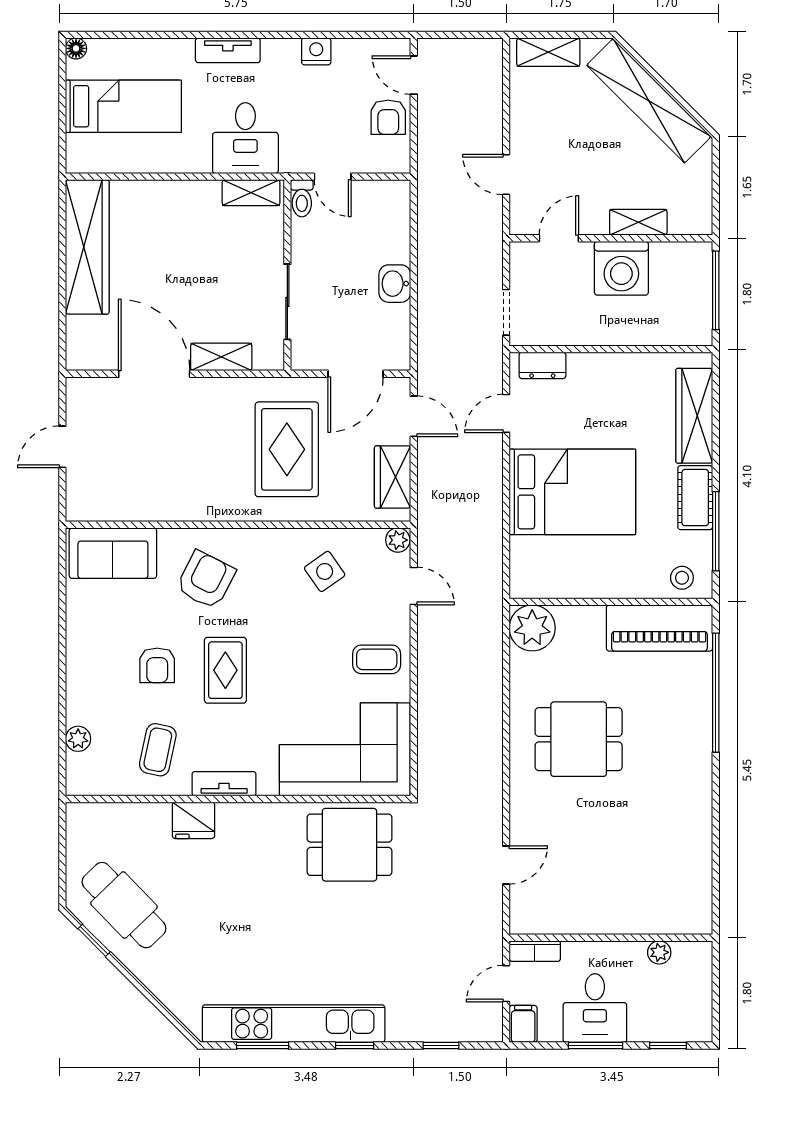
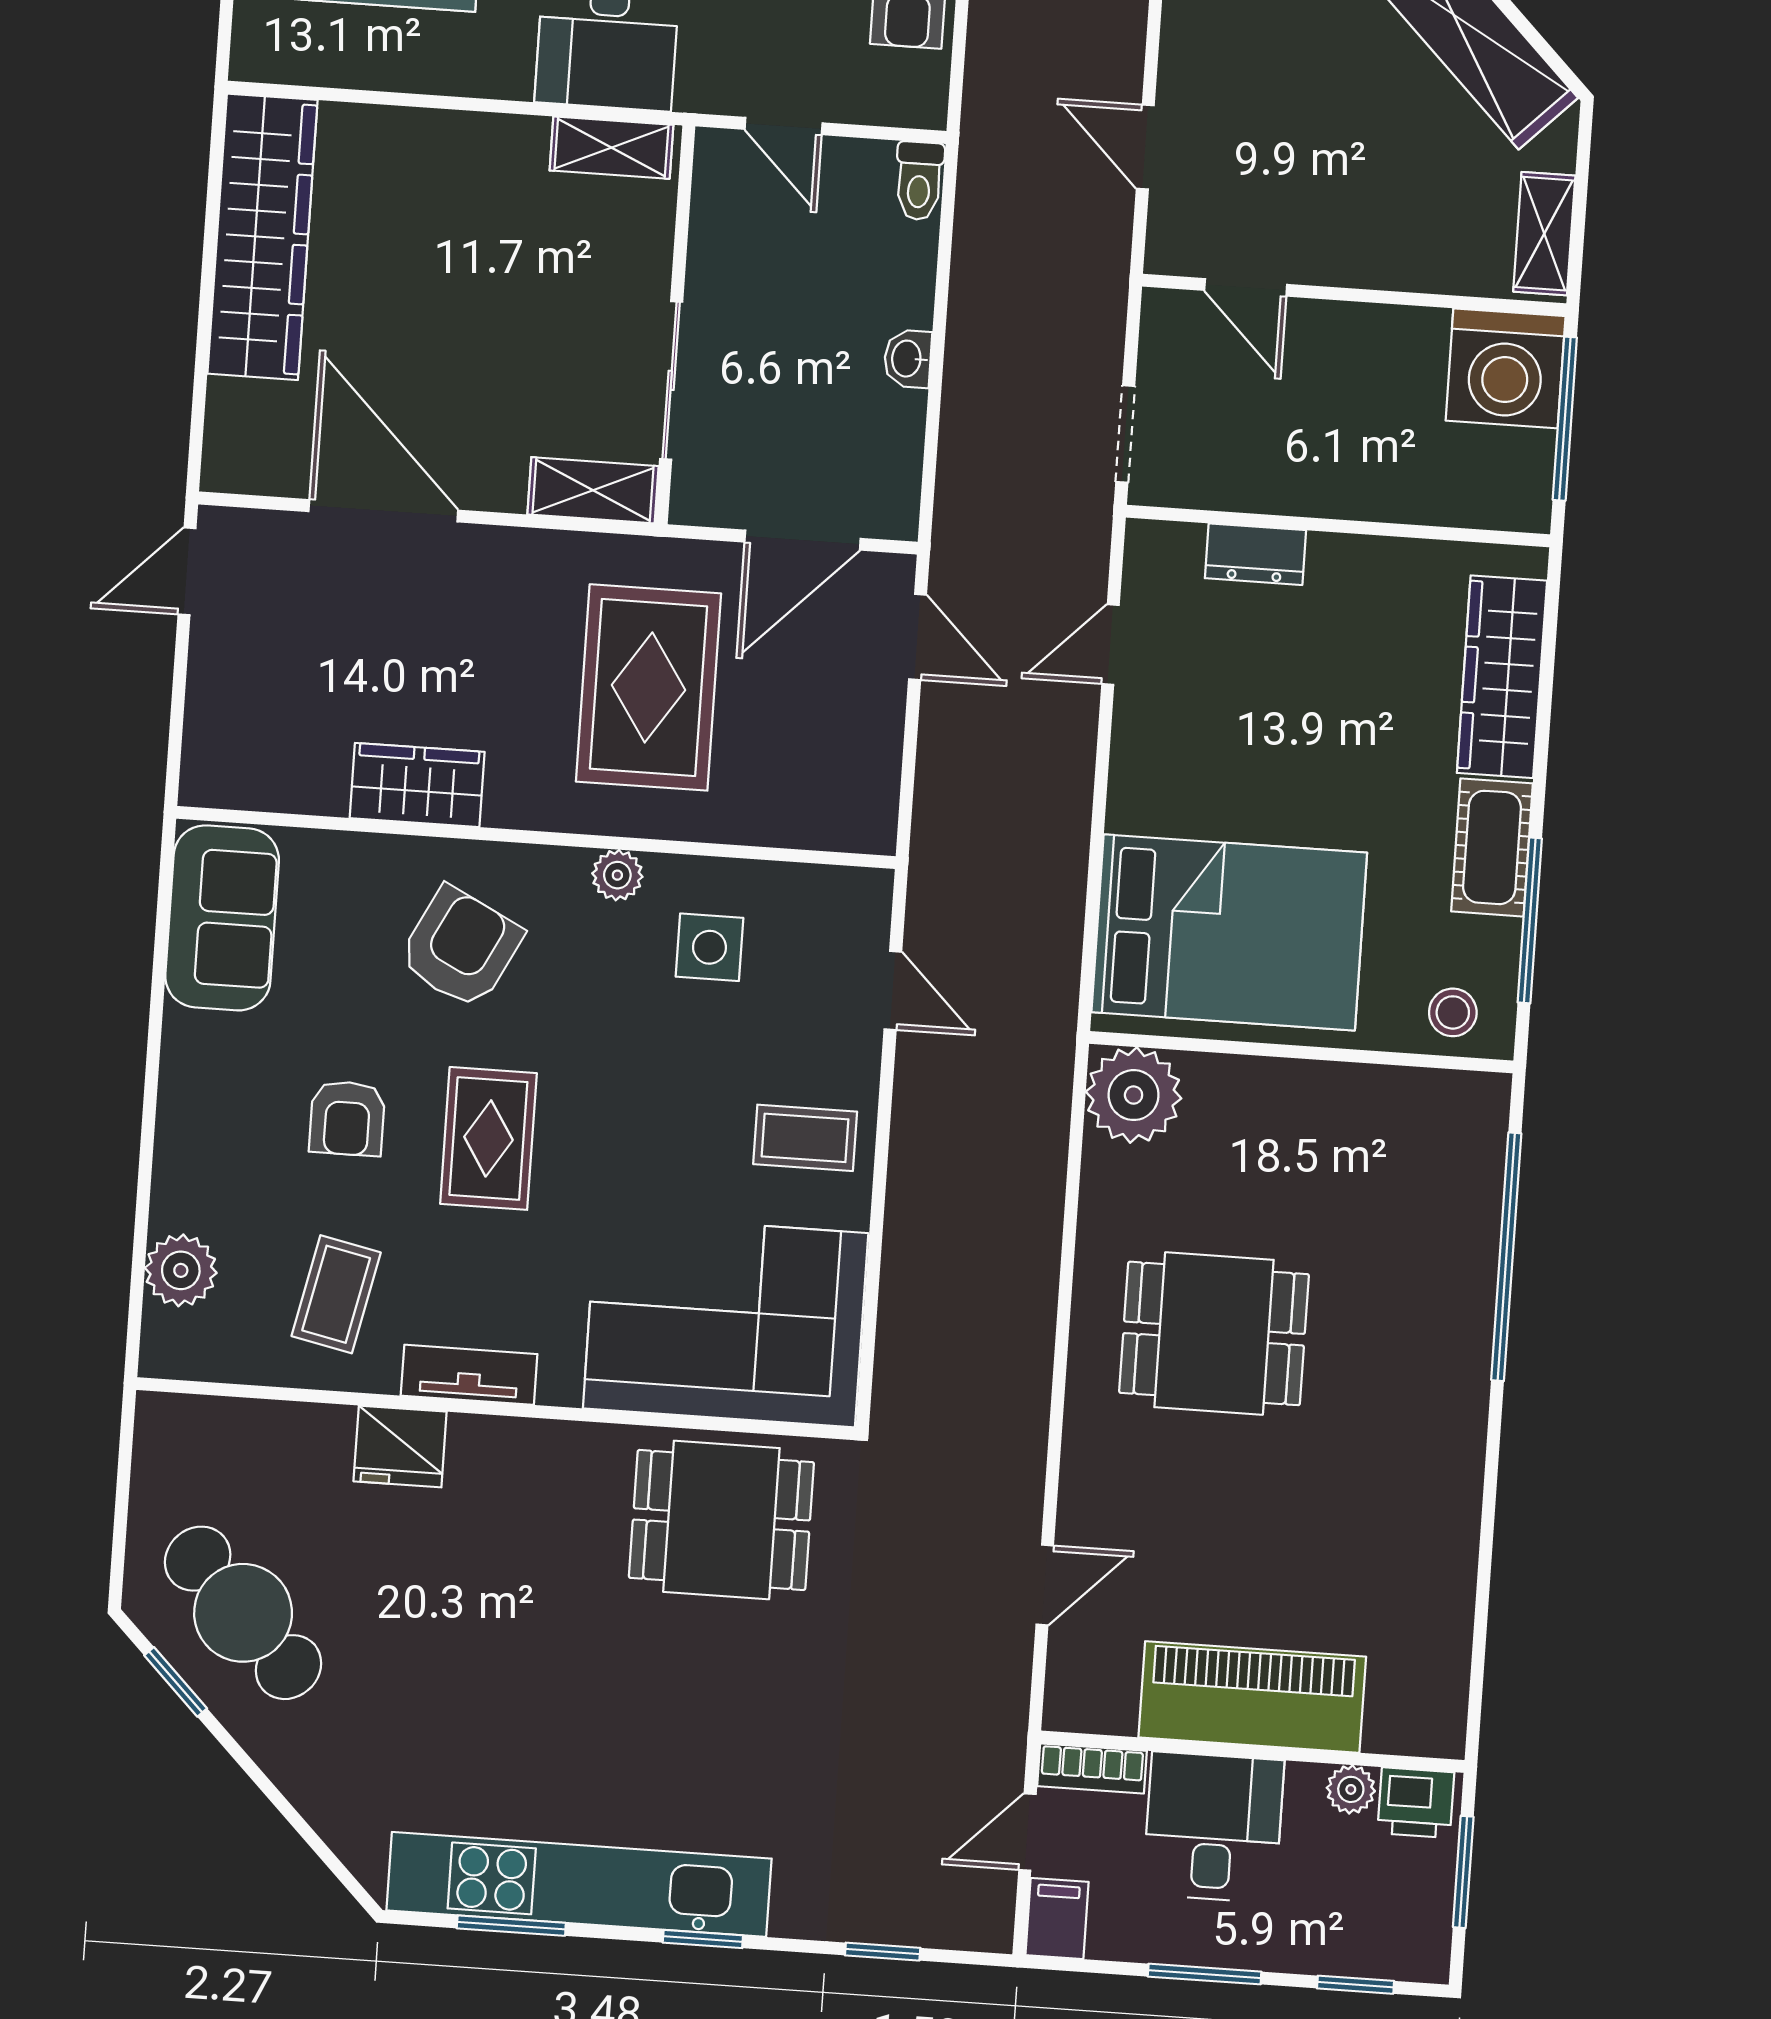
toilet: (302, 198) -> (919, 181), moved
shelving: (638, 222) -> (1544, 234), moved, turned 90
door: (559, 238) -> (1246, 287), swing flipped
washing machine: (621, 268) -> (1506, 368), moved
washbasin: (395, 284) -> (908, 359), width x0.72, depth x0.69
shelving: (221, 357) -> (593, 490), moved
dresser: (542, 365) -> (1255, 554), moved
door: (62, 447) -> (187, 571), moved
wardrobe: (393, 477) -> (417, 785), moved, turned 90
bed: (572, 492) -> (1229, 932), moved
plant: (398, 540) -> (617, 875), moved
sofa: (113, 553) -> (222, 918), moved, turned -90
side table: (325, 571) -> (709, 947), turned 35
piano: (660, 628) -> (1252, 1697), moved, turned 180
plant: (78, 739) -> (181, 1270), width x1.38, depth x1.38
printer: (691, 957) -> (1416, 1803), added
window: (716, 988) -> (1463, 1872), added
desk: (595, 1008) -> (1213, 1827), moved, turned 180

